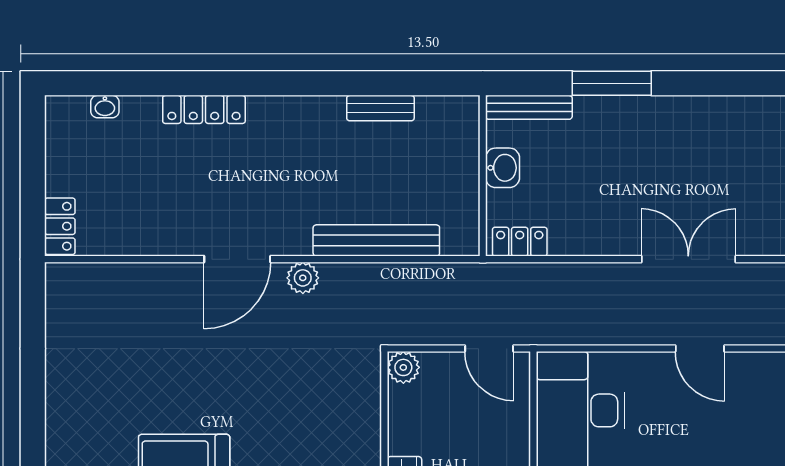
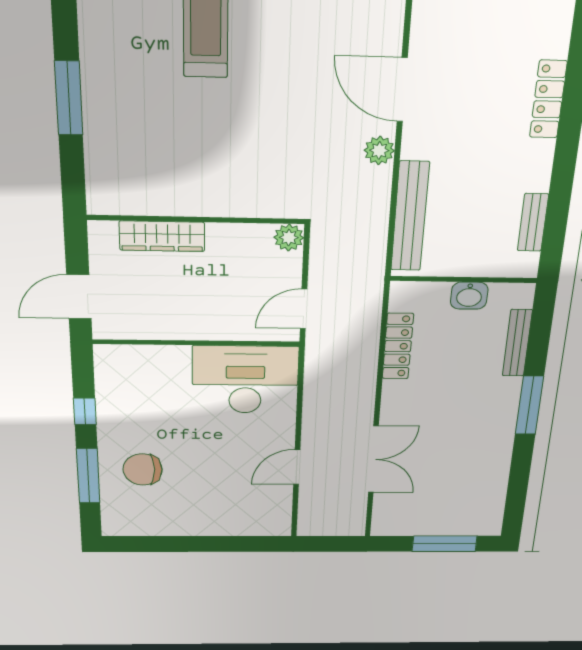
locker: (204, 109) -> (548, 99), moved
washbasin: (503, 168) -> (469, 296), moved
wall: (483, 176) -> (464, 279), moved
locker: (520, 242) -> (398, 346), width x1.53

